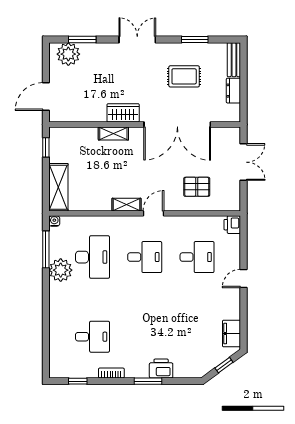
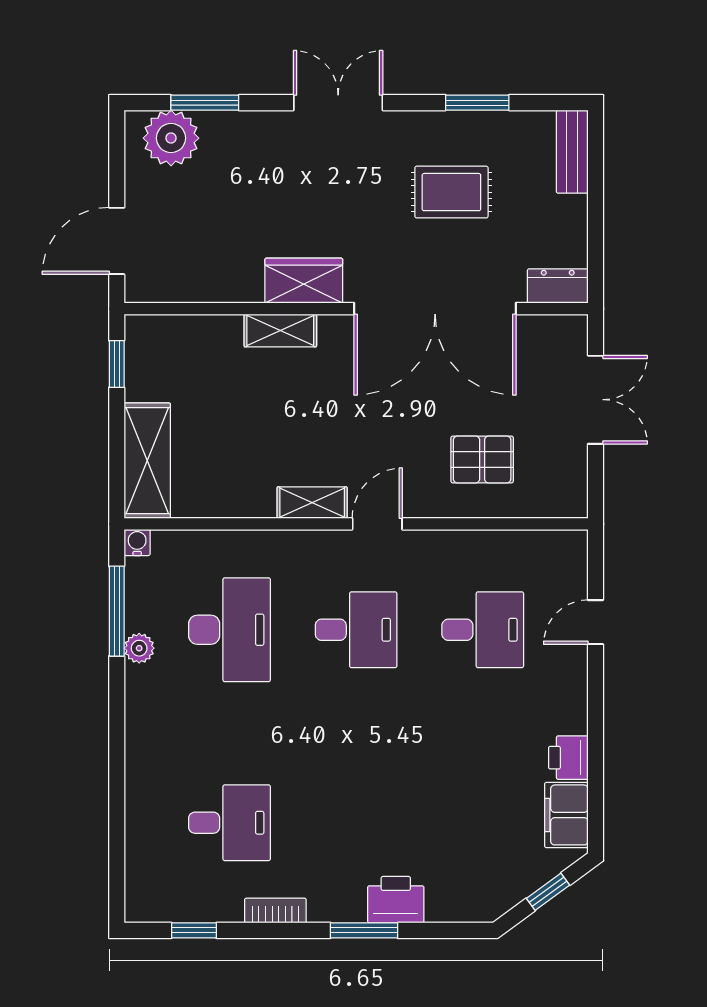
dresser: (233, 91) -> (558, 286), moved, turned 90
printer: (232, 225) -> (568, 758), moved
plant: (61, 270) -> (139, 648), width x0.53, depth x0.53
door: (244, 279) -> (596, 622), moved

